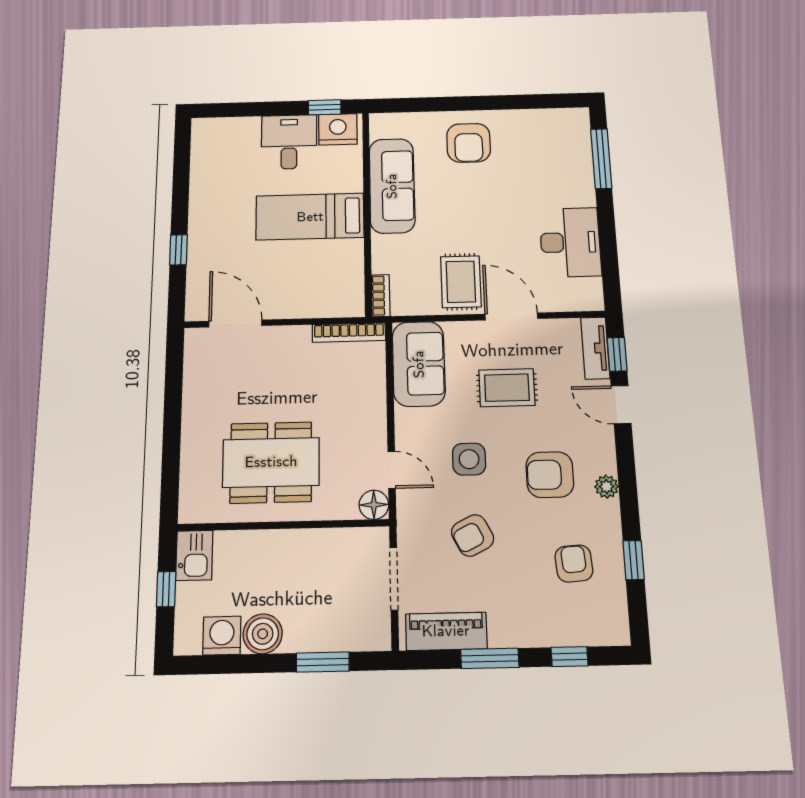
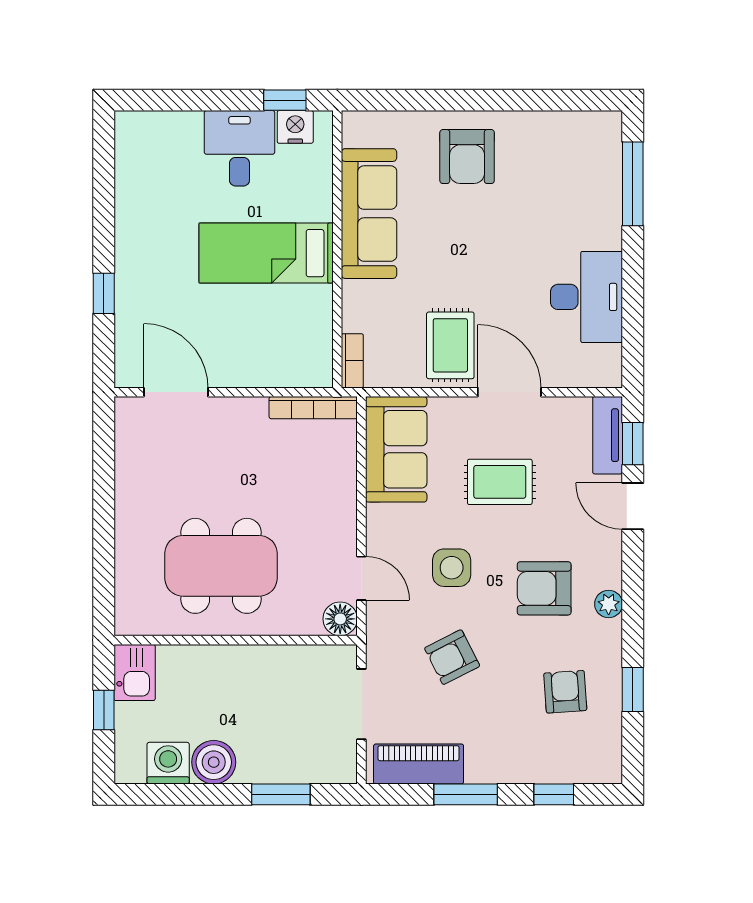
nightstand: (338, 129) -> (295, 127), width x0.74, depth x0.75

